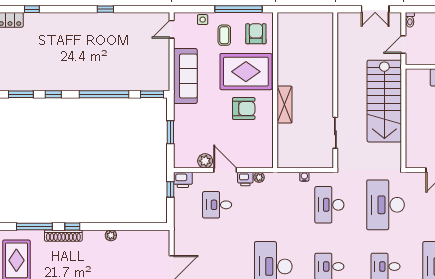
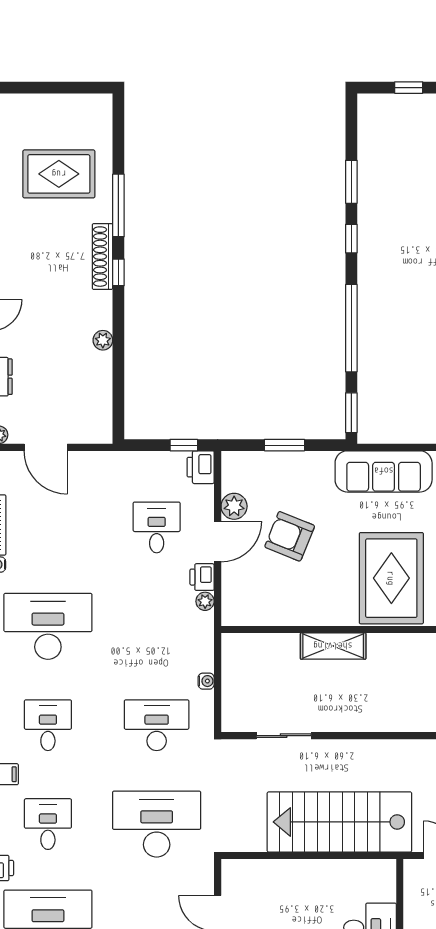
armchair: (244, 109) -> (290, 536), moved, turned 112

